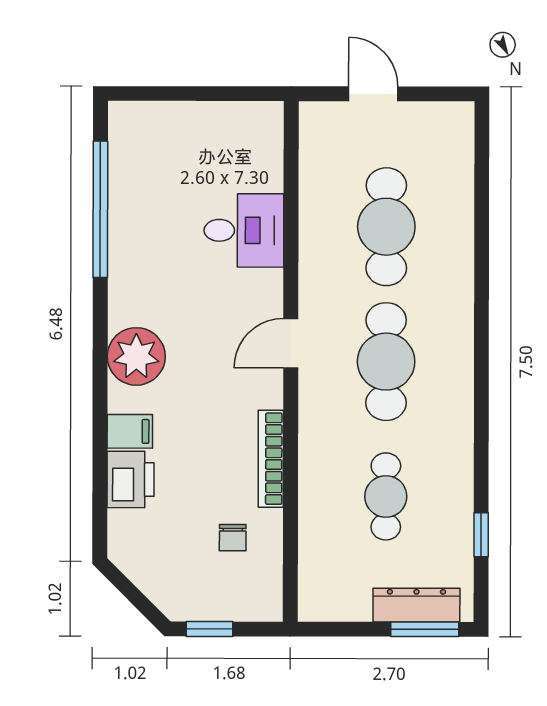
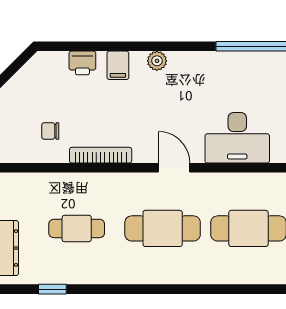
desk: (244, 230) -> (237, 138), width x1.37
plant: (136, 356) -> (157, 61), width x0.53, depth x0.53
printer: (131, 479) -> (82, 63), width x0.73, depth x0.81

